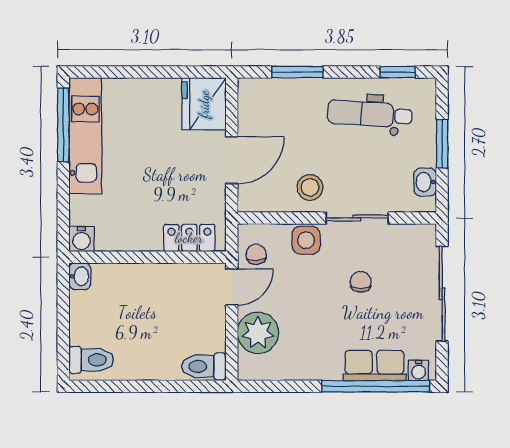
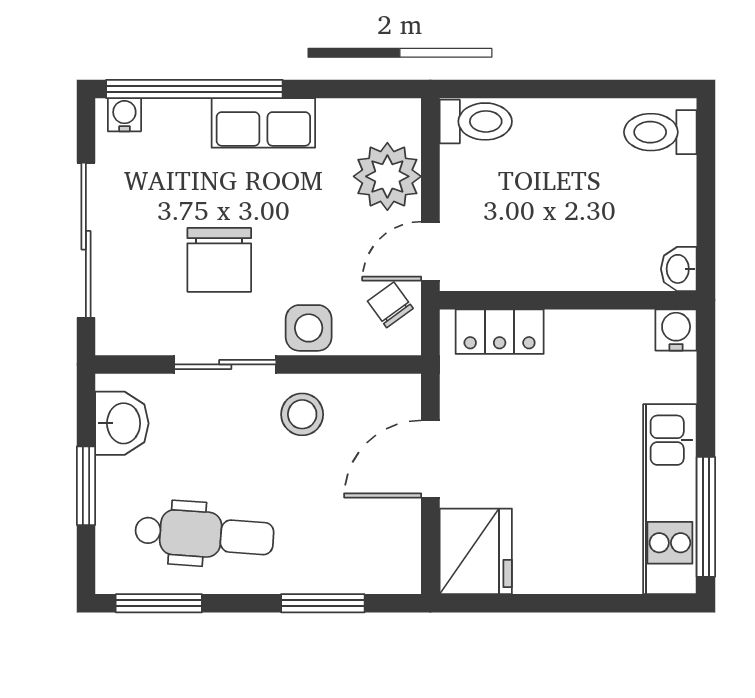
window: (398, 72) -> (159, 603), width x1.50
washbasin: (425, 182) -> (122, 423), width x1.38, depth x1.45
chair: (256, 254) -> (390, 305), turned 148
chair: (361, 282) -> (219, 260), width x1.87, depth x1.87
row of seats: (375, 365) -> (263, 123), moved

